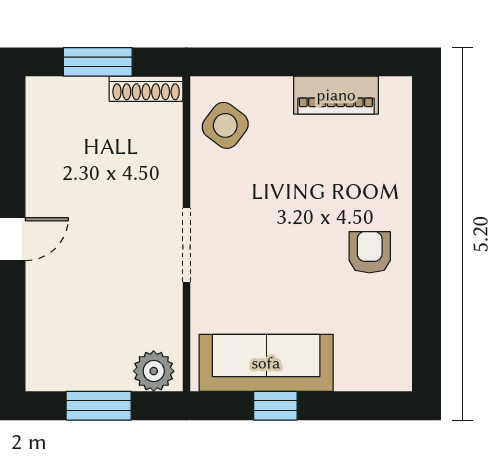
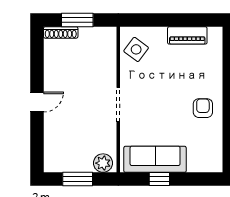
shoe rack: (146, 89) -> (61, 32), moved

